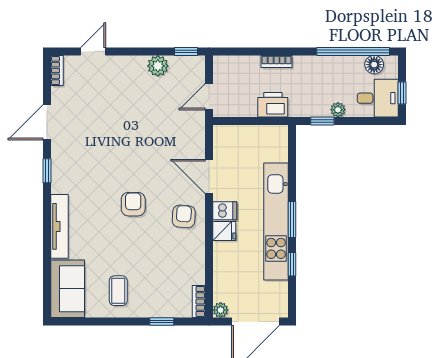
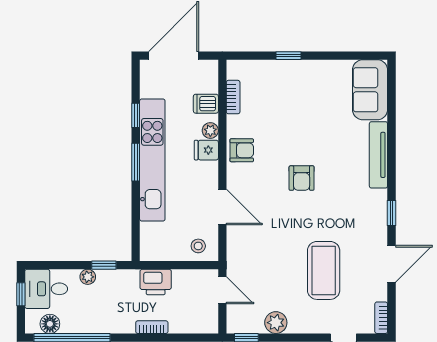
door: (209, 97) -> (222, 290), hinge flipped
stool: (232, 139) -> (198, 246), added
dishwasher: (225, 211) -> (206, 104), moved
armchair: (184, 216) -> (242, 150), moved, turned -94
coffee table: (118, 291) -> (324, 270), moved, width x1.86, depth x1.72
bookcase: (199, 301) -> (233, 97), moved
plant: (221, 310) -> (210, 131), moved
window: (162, 322) -> (288, 56), moved

